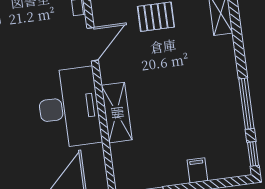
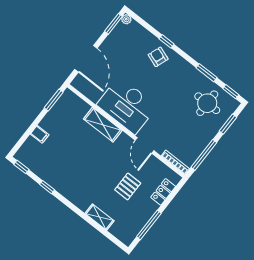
window: (246, 104) -> (47, 187), width x0.46

